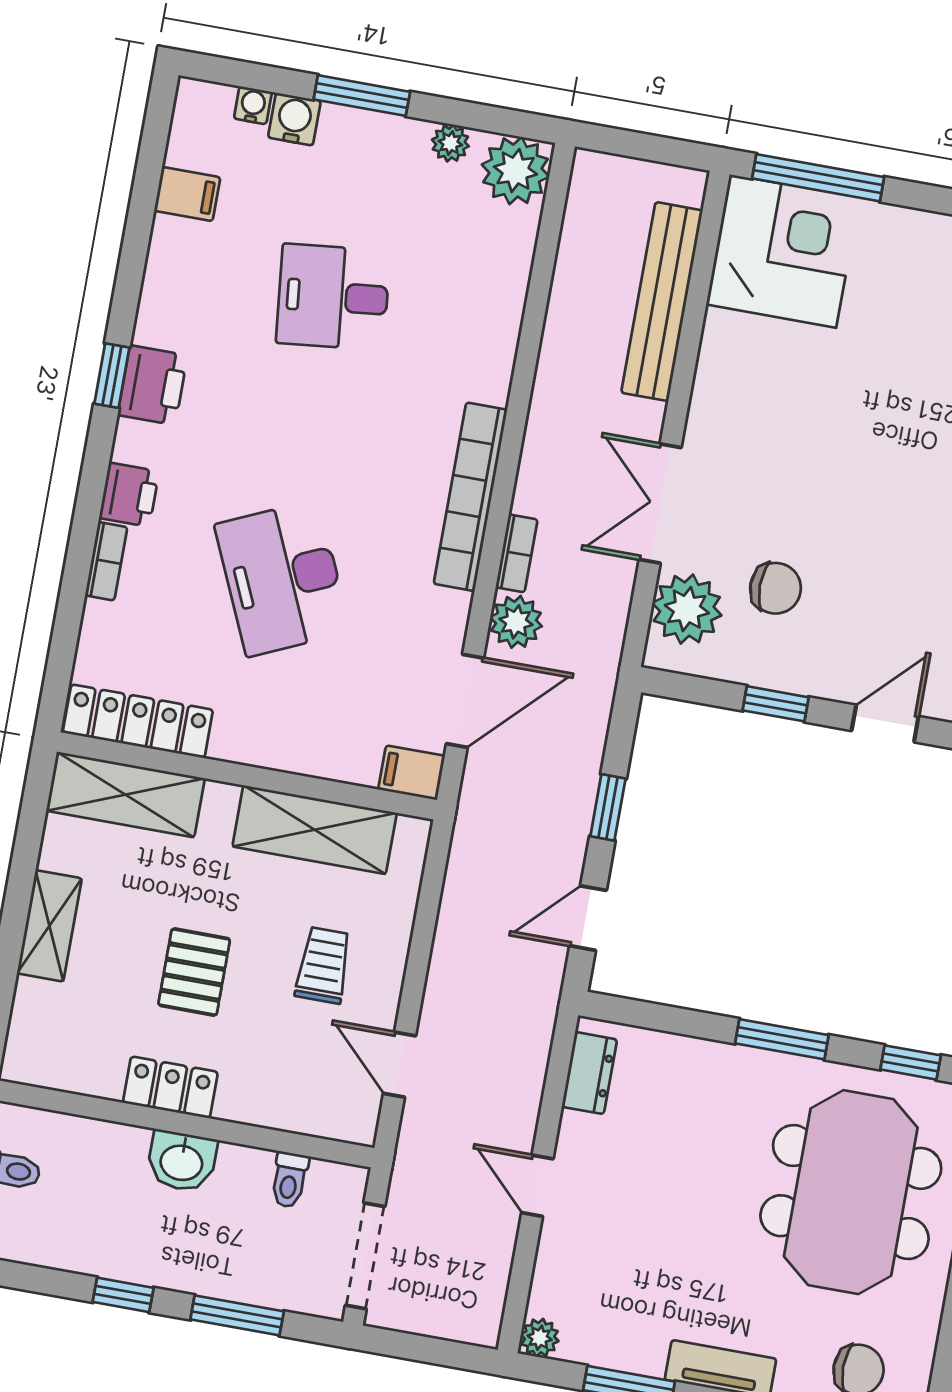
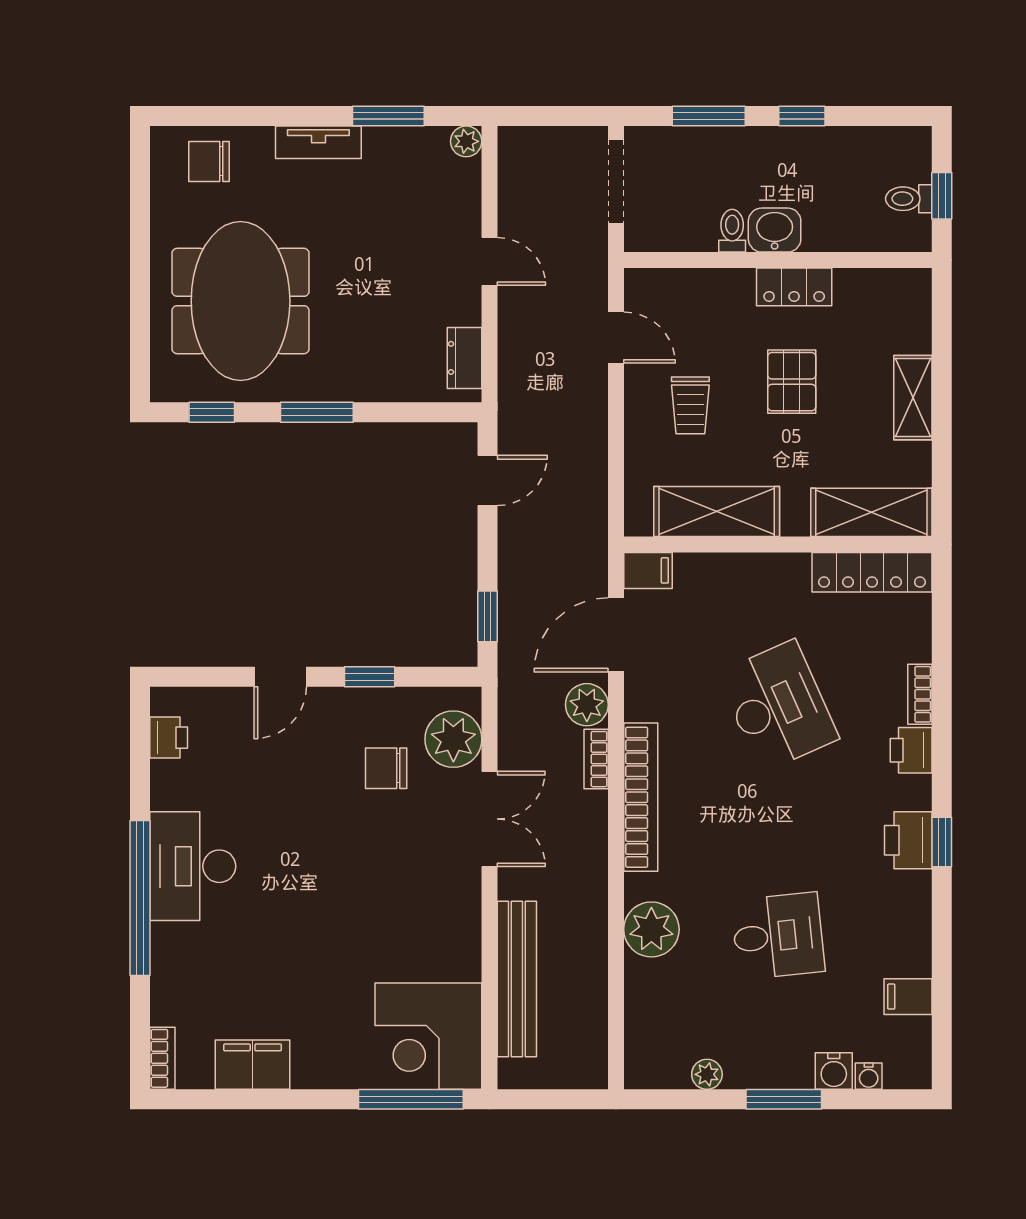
plant: (515, 171) -> (651, 929), moved
window: (608, 807) -> (488, 616), moved
toilet: (289, 1180) -> (732, 231), moved

